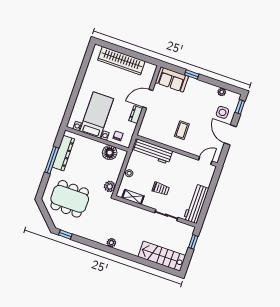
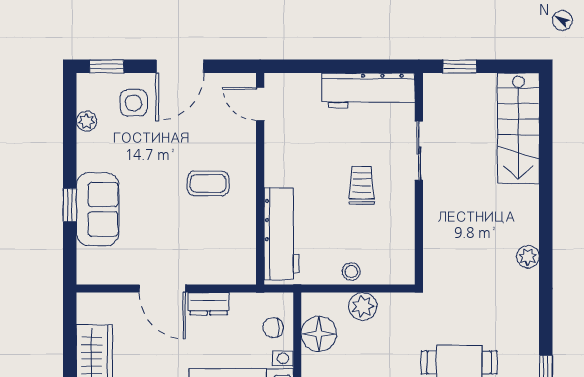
sofa: (172, 79) -> (98, 209), moved
plant: (110, 186) -> (363, 306), moved
shelving: (133, 197) -> (403, 244), removed

